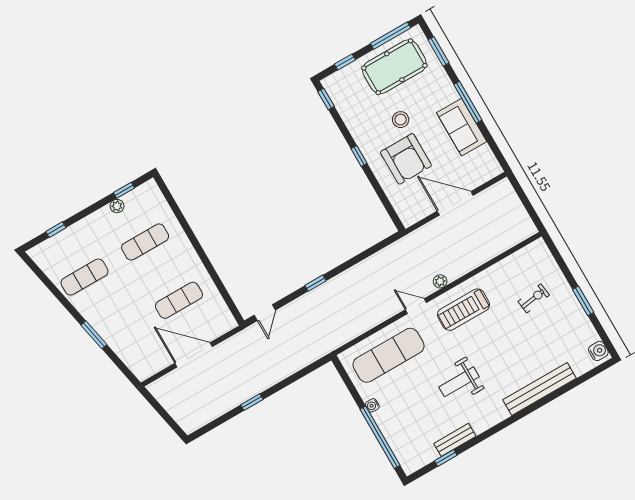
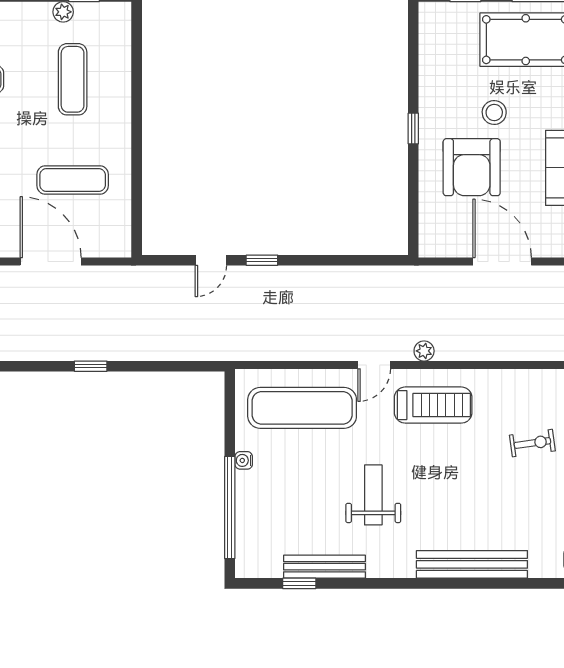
window: (326, 99) -> (413, 30), removed
exercise mat: (145, 242) -> (73, 79), turned 90
door: (416, 306) -> (374, 365), swing flipped
treadmill: (464, 310) -> (433, 405), turned 180
door: (265, 313) -> (211, 260), moved
weight bench: (459, 382) -> (373, 495), turned 90
bench: (455, 440) -> (325, 567), width x1.36

